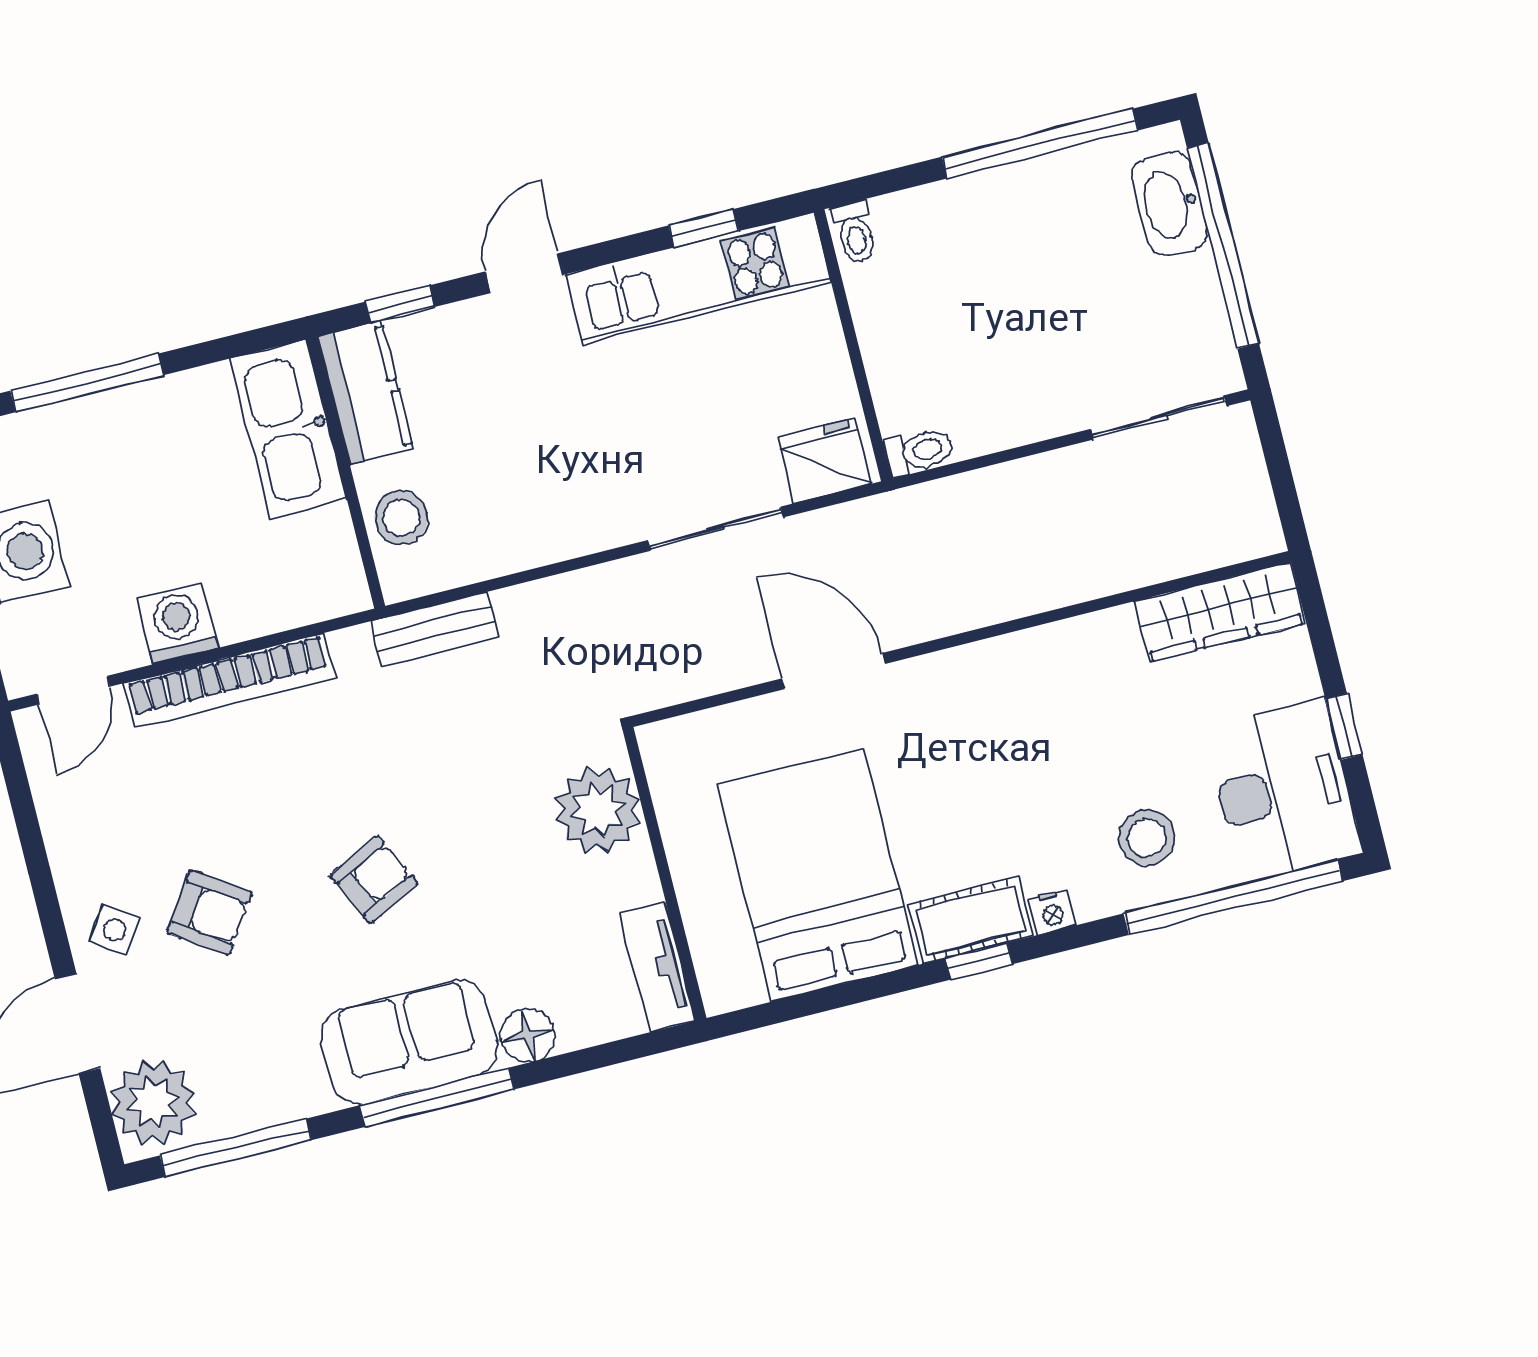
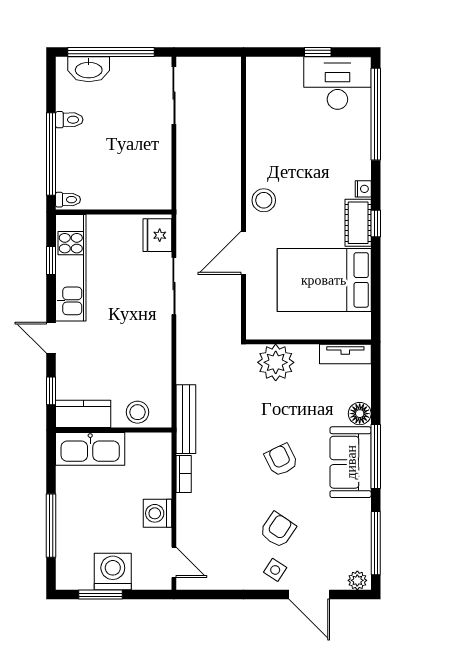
window: (1040, 143) -> (51, 154), moved
toilet: (919, 451) -> (69, 120), moved, turned 90
wardrobe: (1220, 612) -> (259, 91), removed
bench: (435, 629) -> (186, 419), width x1.36
bookcase: (229, 681) -> (184, 474), width x0.43, depth x0.76
stool: (1147, 838) -> (264, 200), moved
plant: (153, 1103) -> (357, 580), width x0.53, depth x0.53

